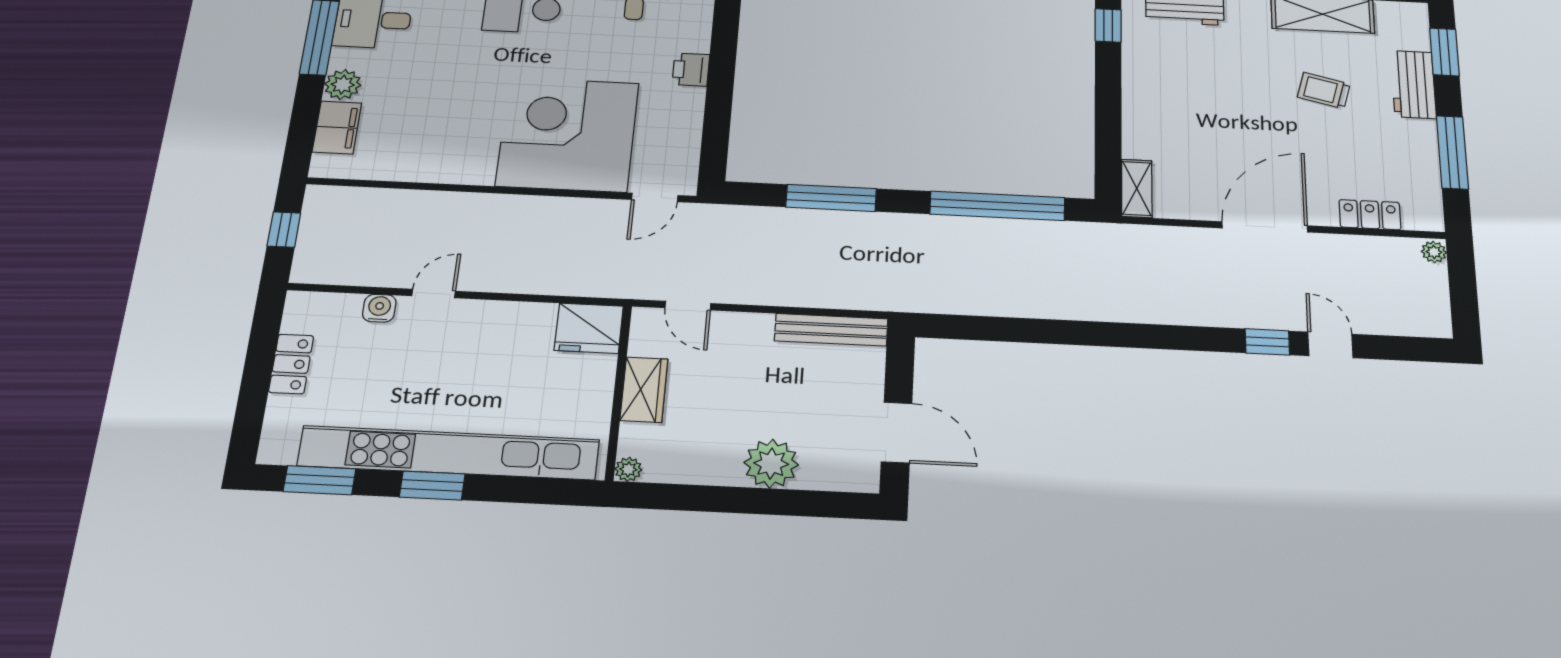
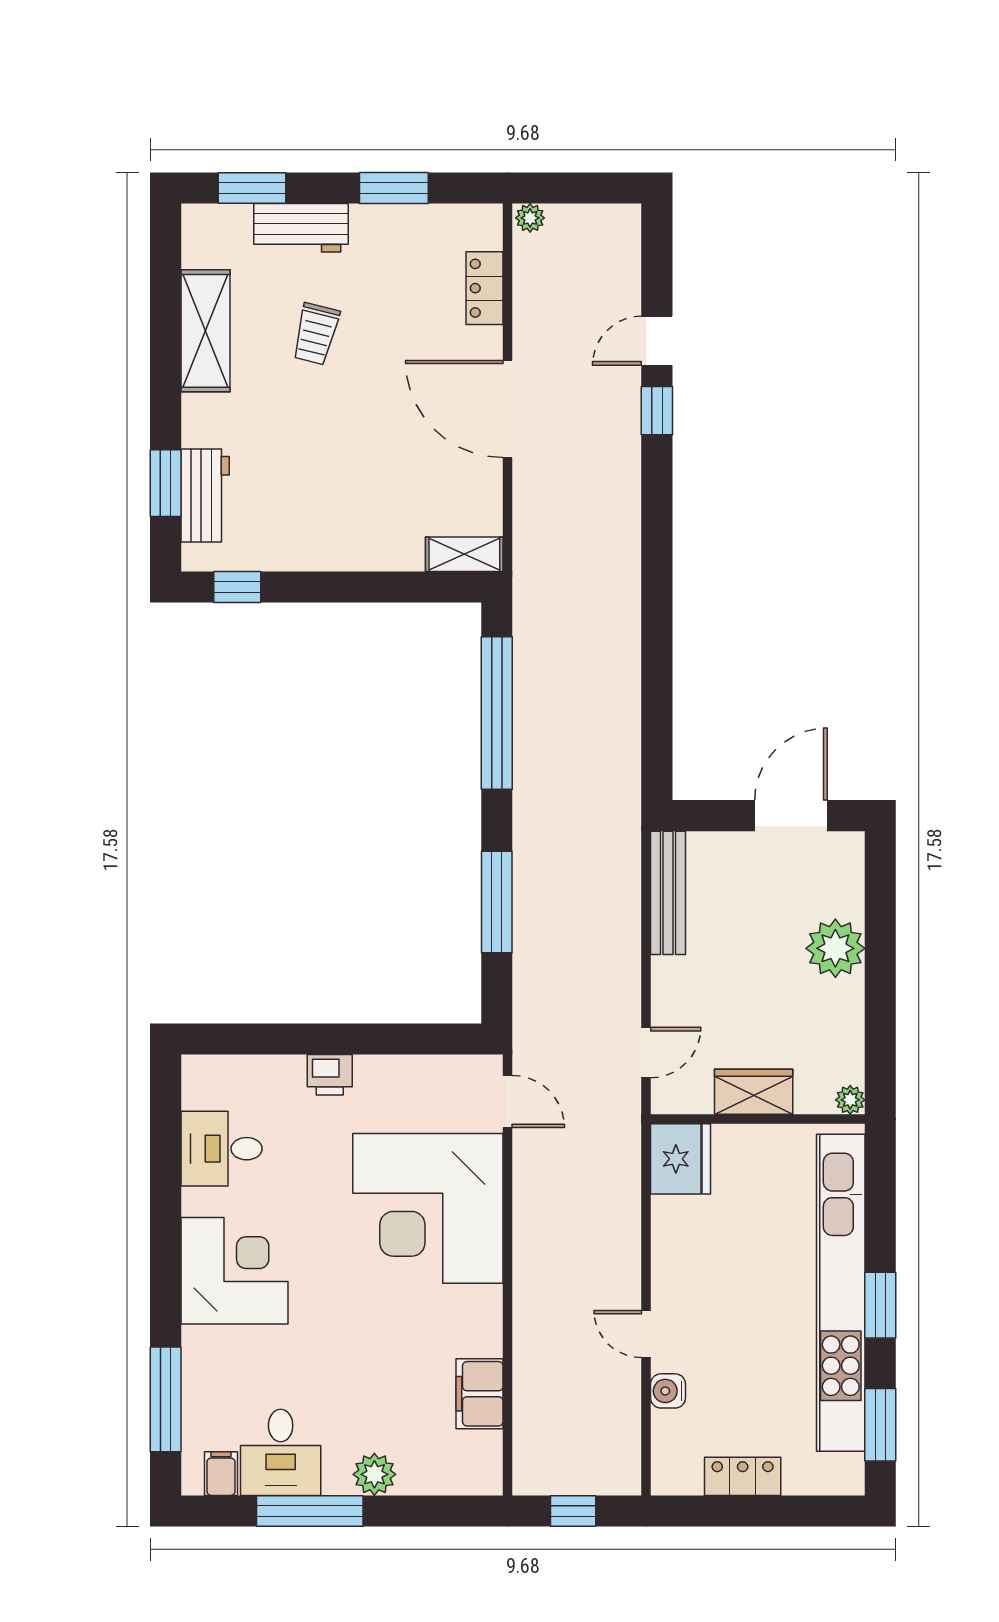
filing cabinet: (337, 127) -> (480, 1394), moved, turned -90
window: (1452, 152) -> (394, 188), width x0.69

